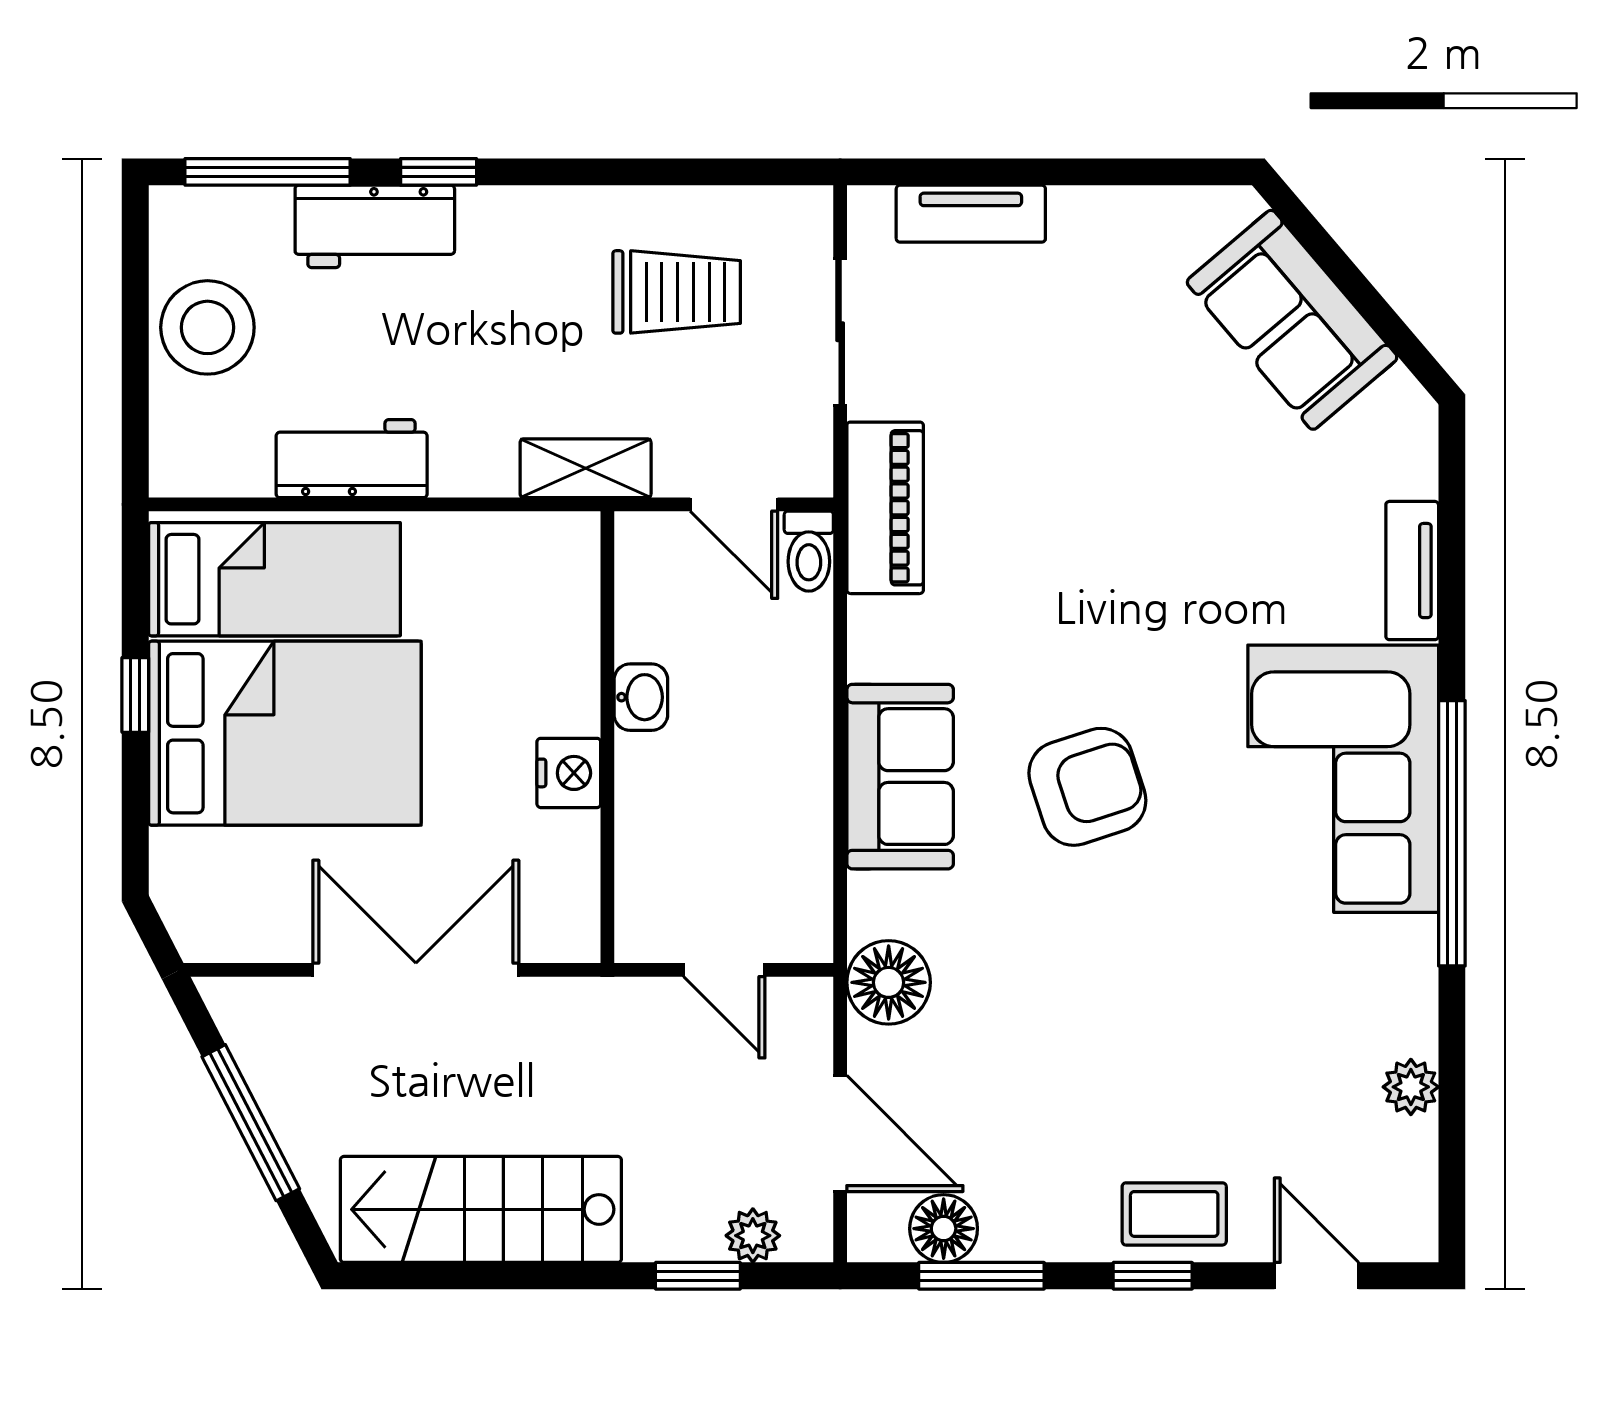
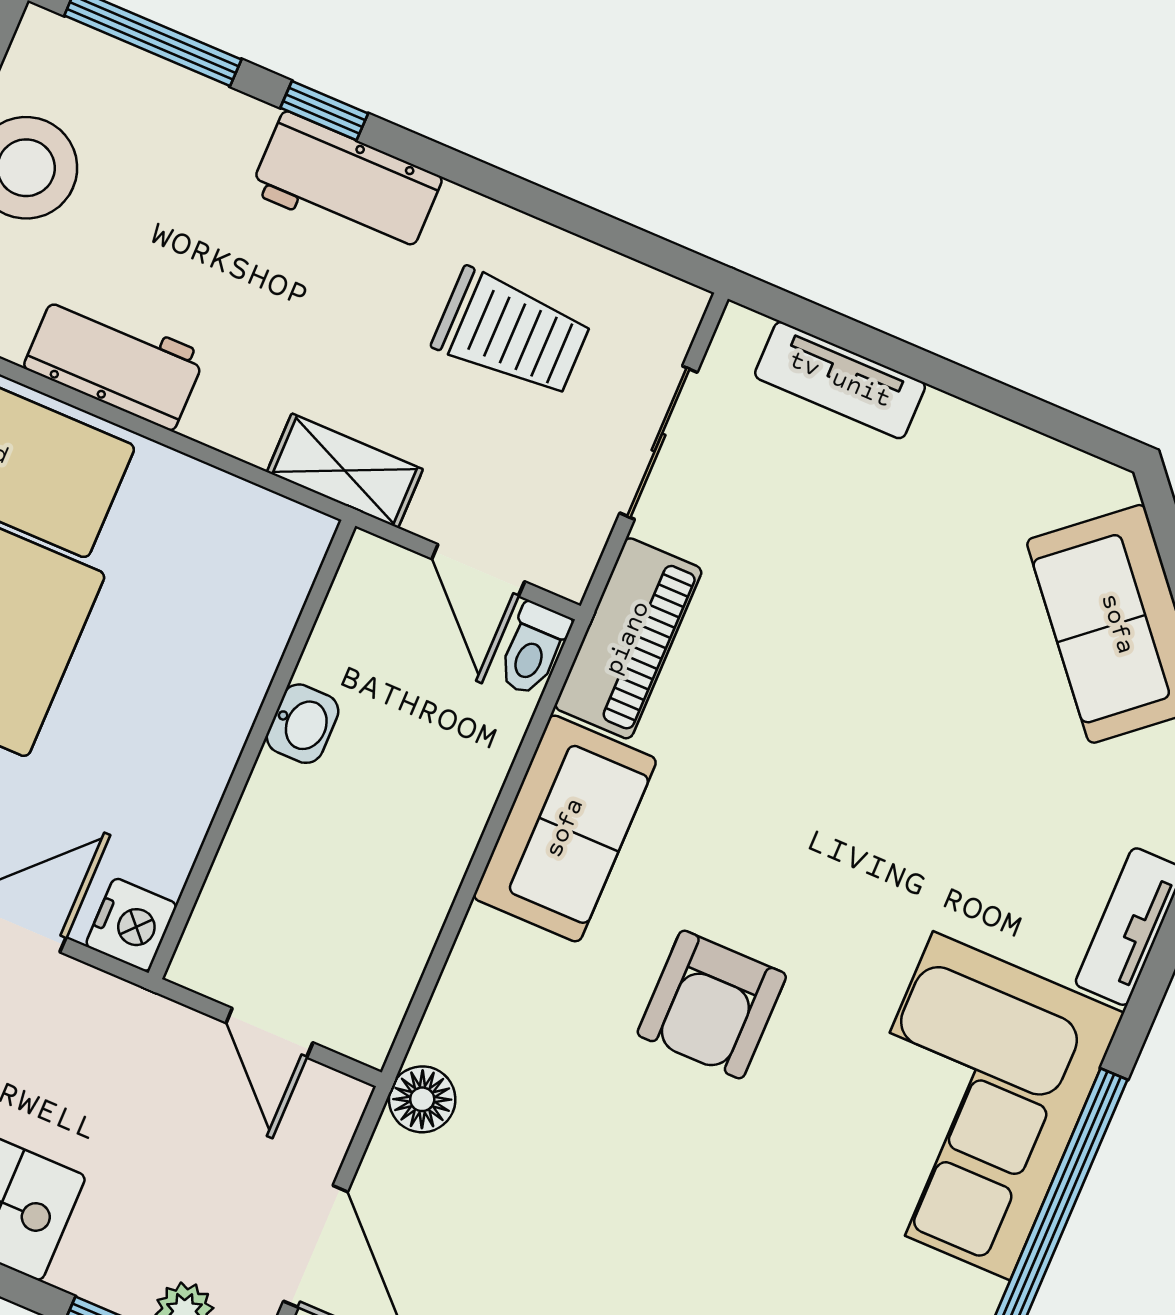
workbench: (375, 226) -> (346, 185), moved
nightstand: (569, 773) -> (131, 925), moved
sofa: (900, 777) -> (565, 828), moved
armchair: (1087, 787) -> (712, 1005), turned 108
floor lamp: (889, 982) -> (422, 1099), width x0.73, depth x0.73

